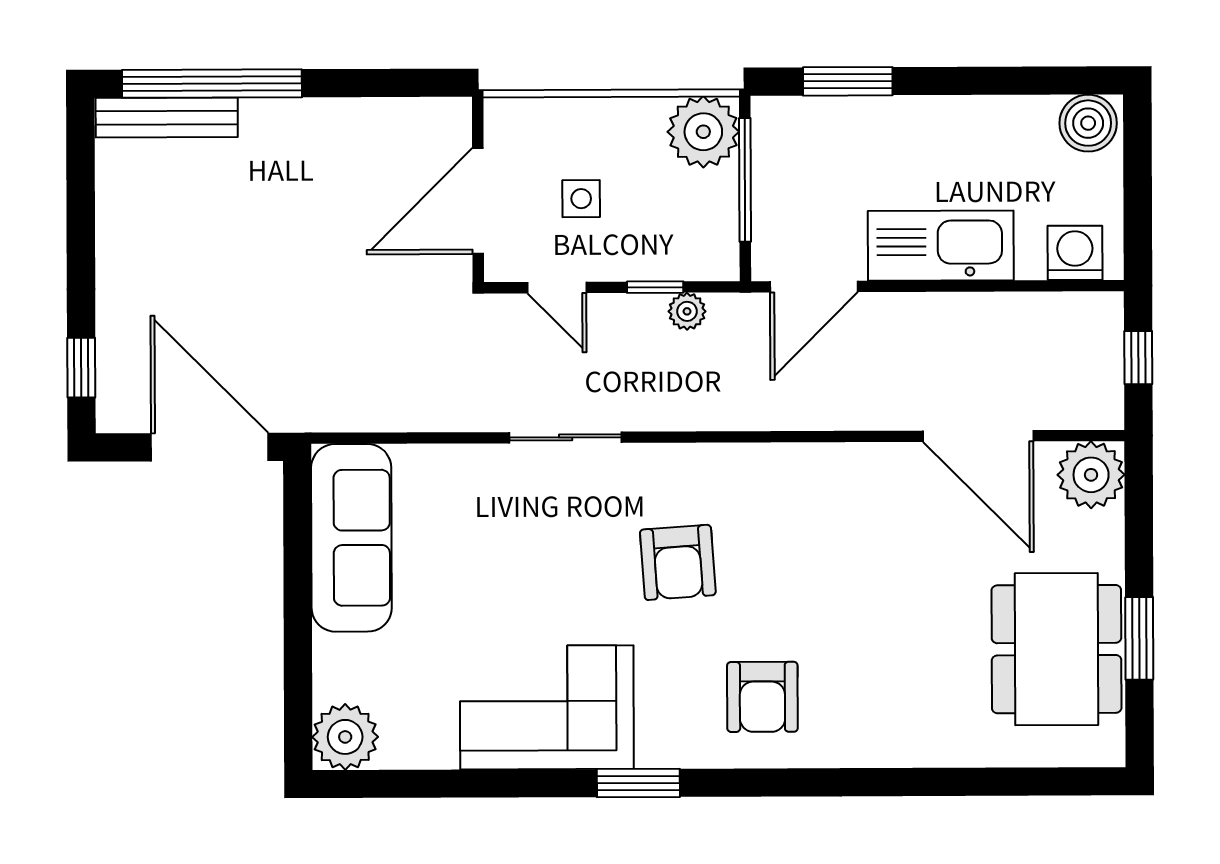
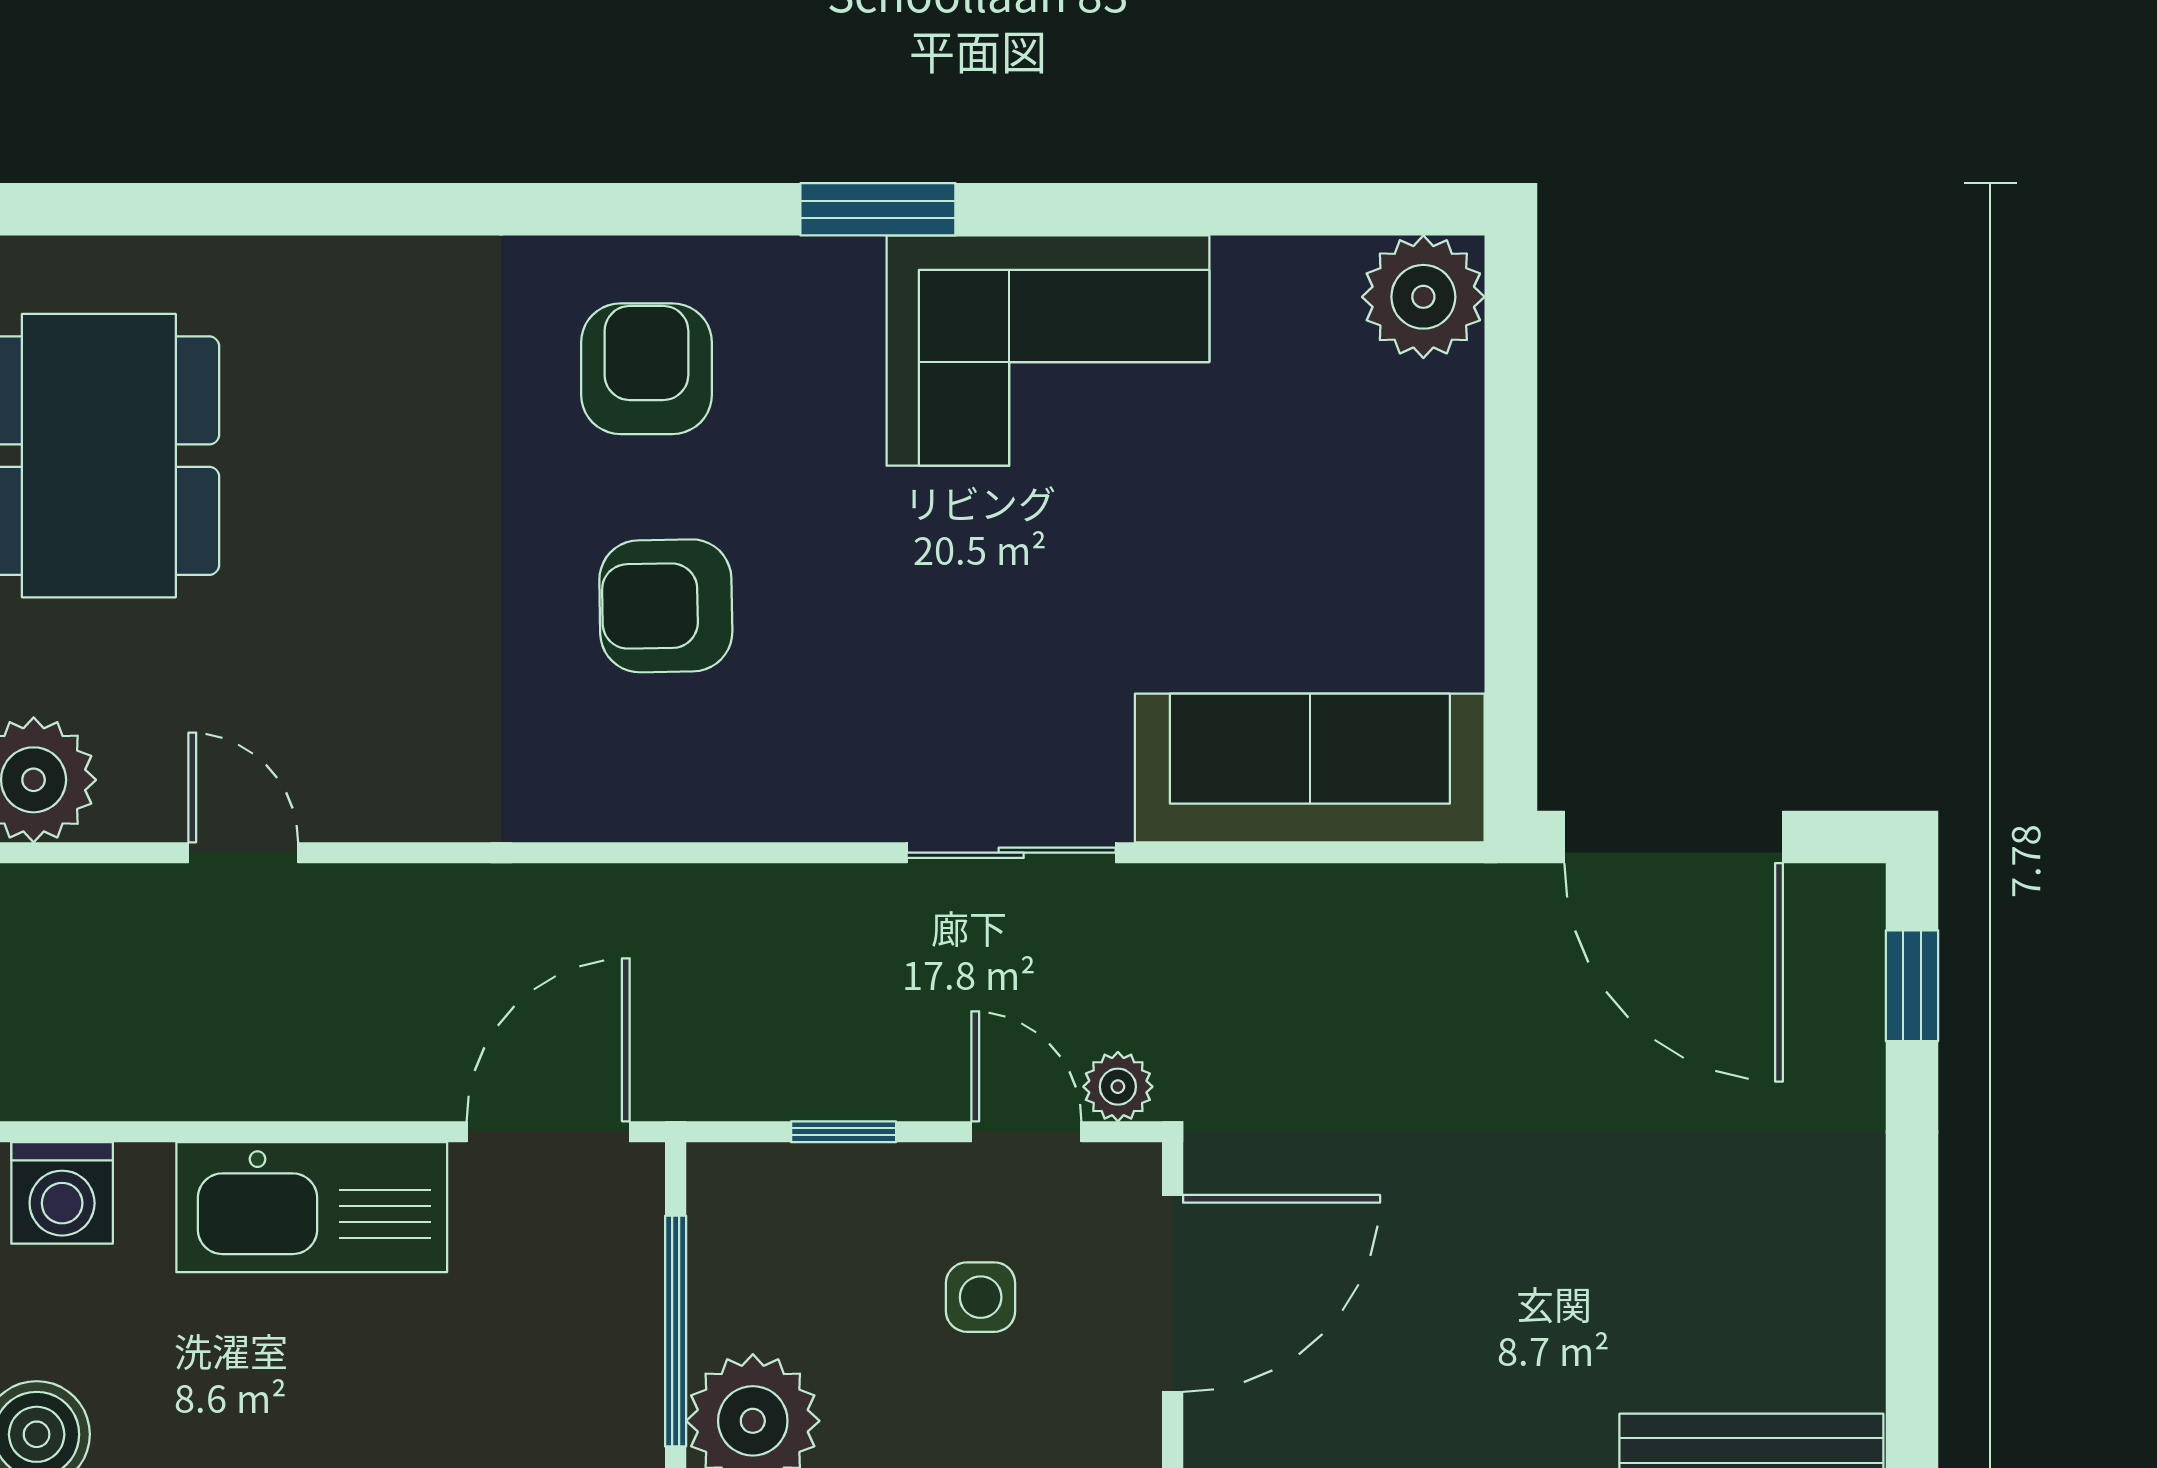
plant: (687, 311) -> (1118, 1087), moved
door: (978, 436) -> (243, 853), width x0.53
sofa: (351, 538) -> (1310, 768), moved, turned 90
armchair: (678, 562) -> (666, 606), moved, turned -87

